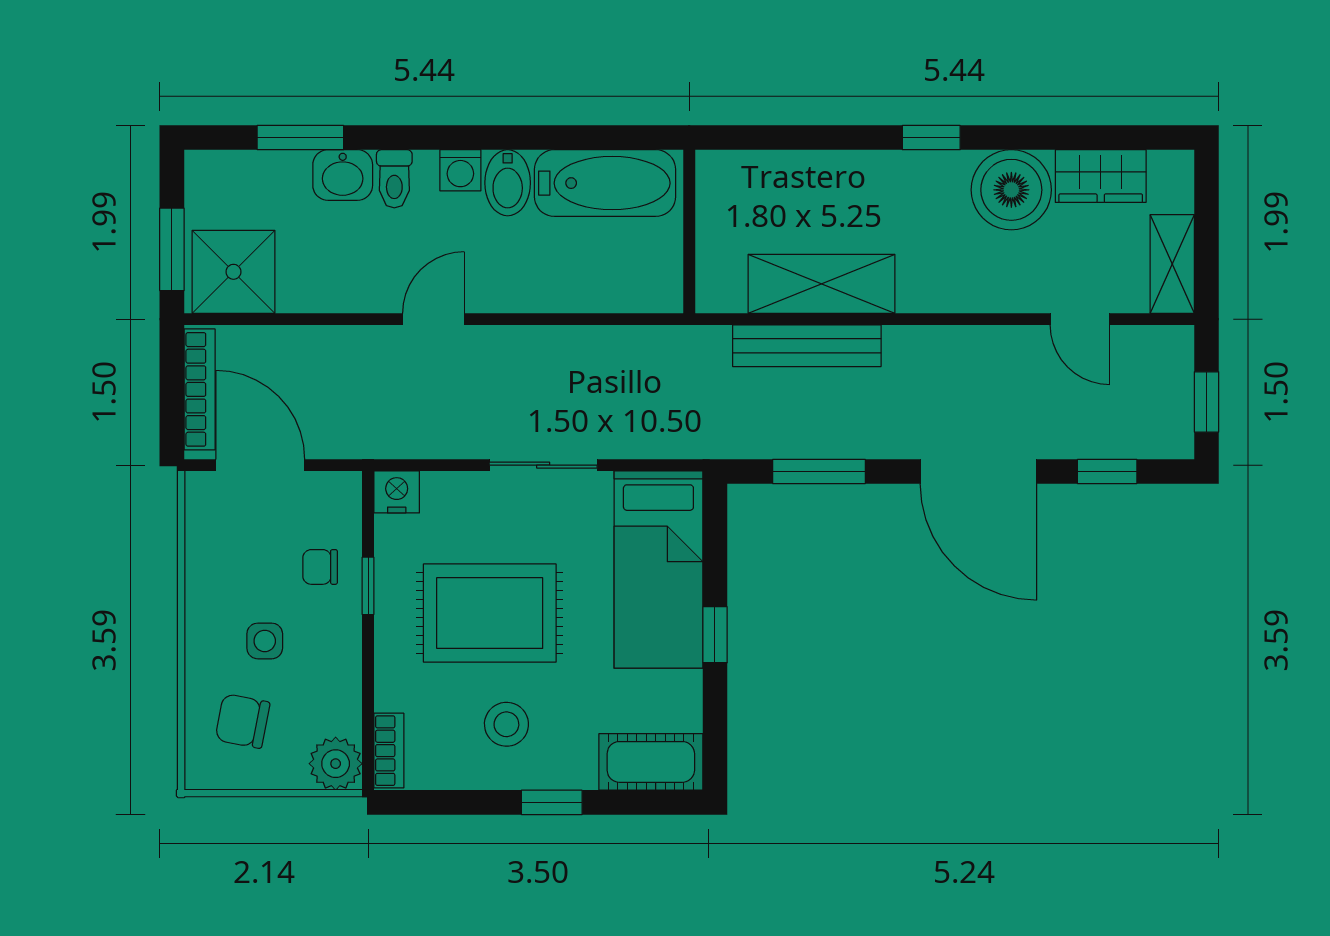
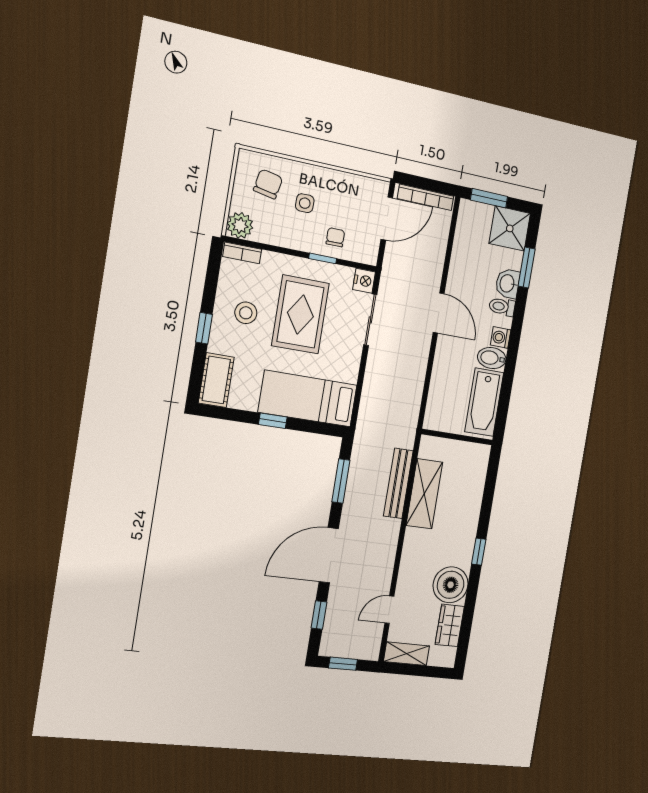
shower: (233, 272) -> (510, 228), moved
door: (434, 319) -> (439, 313), width x1.37
sliding door: (543, 465) -> (370, 320), moved

